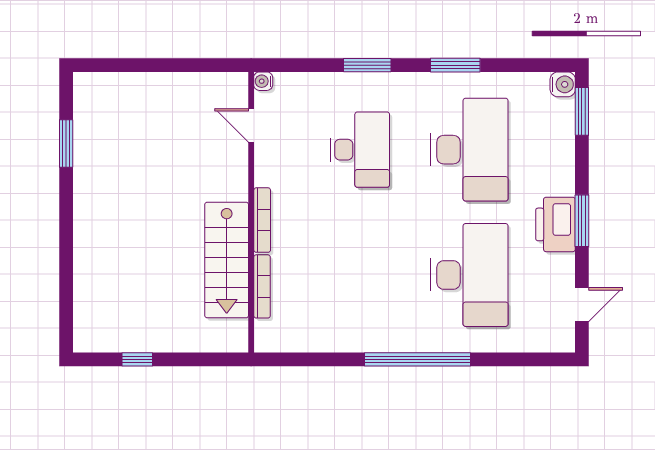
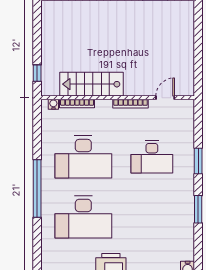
water cooler: (263, 81) -> (53, 104), moved
desk: (469, 150) -> (83, 157), moved
bookcase: (262, 220) -> (130, 104), moved
window: (137, 359) -> (37, 73), moved

